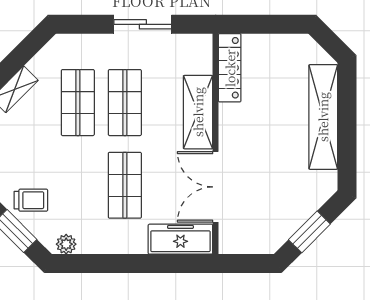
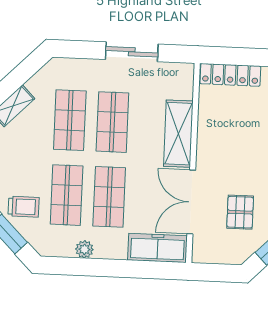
locker: (230, 68) -> (230, 75), moved, turned 90
shop shelf: (78, 185) -> (67, 195), added
pallet: (270, 196) -> (240, 212), added
plant: (66, 244) -> (84, 249), moved

